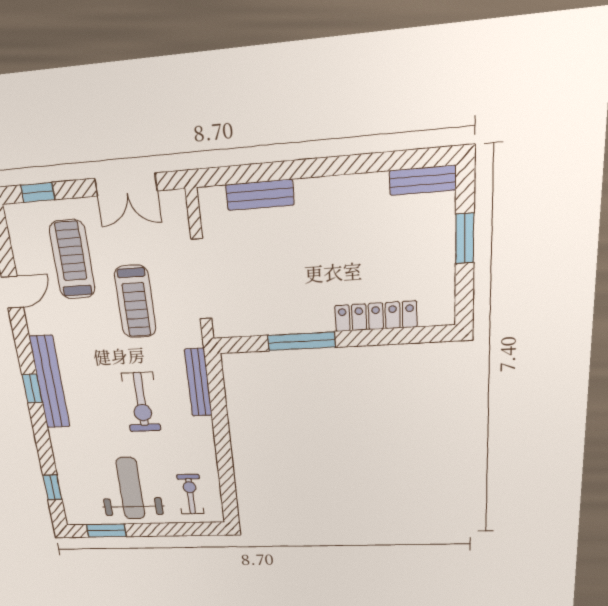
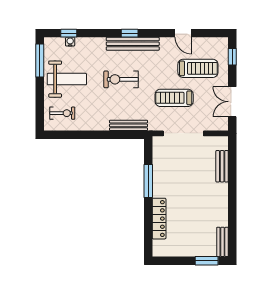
window: (465, 238) -> (207, 261), moved
exercise bike: (141, 402) -> (121, 79), moved
water cooler: (66, 485) -> (70, 42), added
window: (106, 531) -> (40, 60), width x1.44

